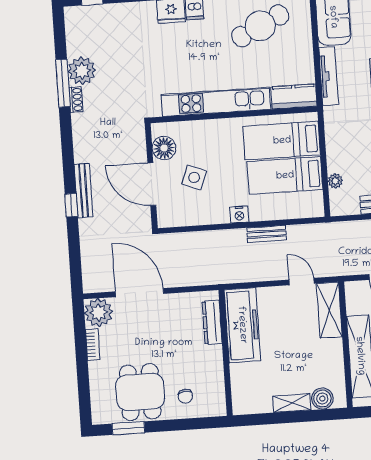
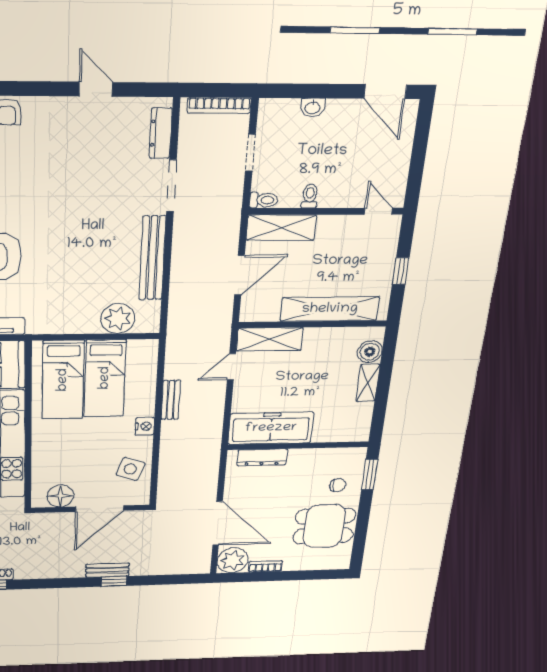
side table: (194, 177) -> (130, 469), moved
plant: (335, 181) -> (118, 318), width x1.88, depth x1.88
bench: (83, 191) -> (107, 570), width x0.73
door: (140, 293) -> (218, 523), swing flipped
window: (128, 428) -> (370, 474), moved

